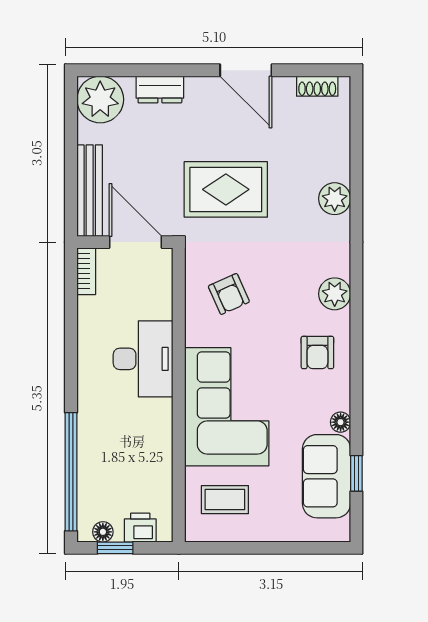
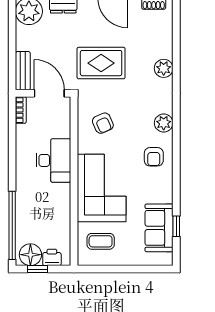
bench: (90, 191) -> (23, 71), width x0.73
floor lamp: (341, 422) -> (167, 197), removed
floor lamp: (103, 532) -> (30, 255), width x1.89, depth x1.89

